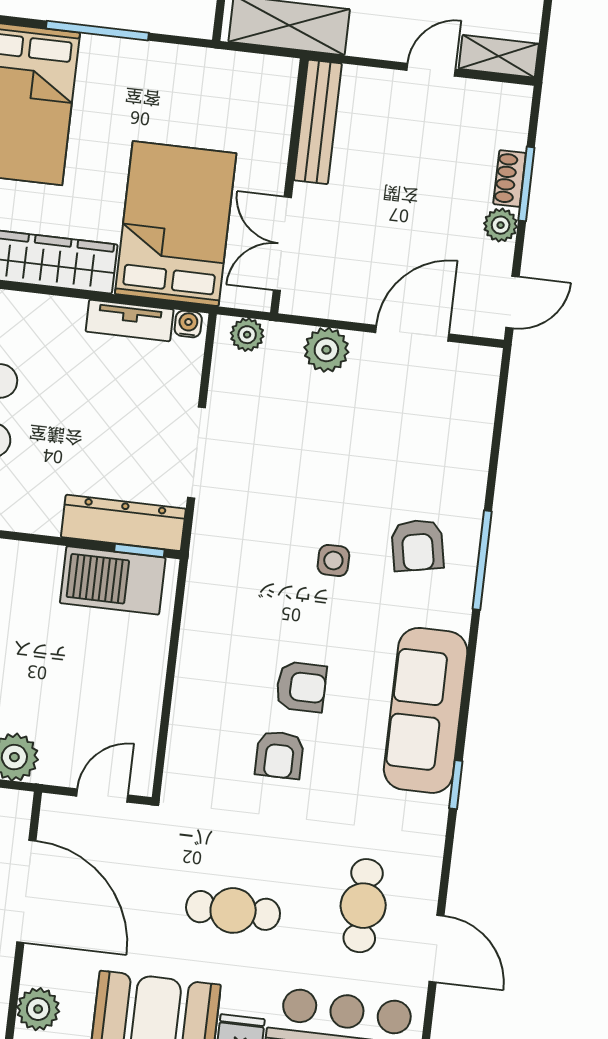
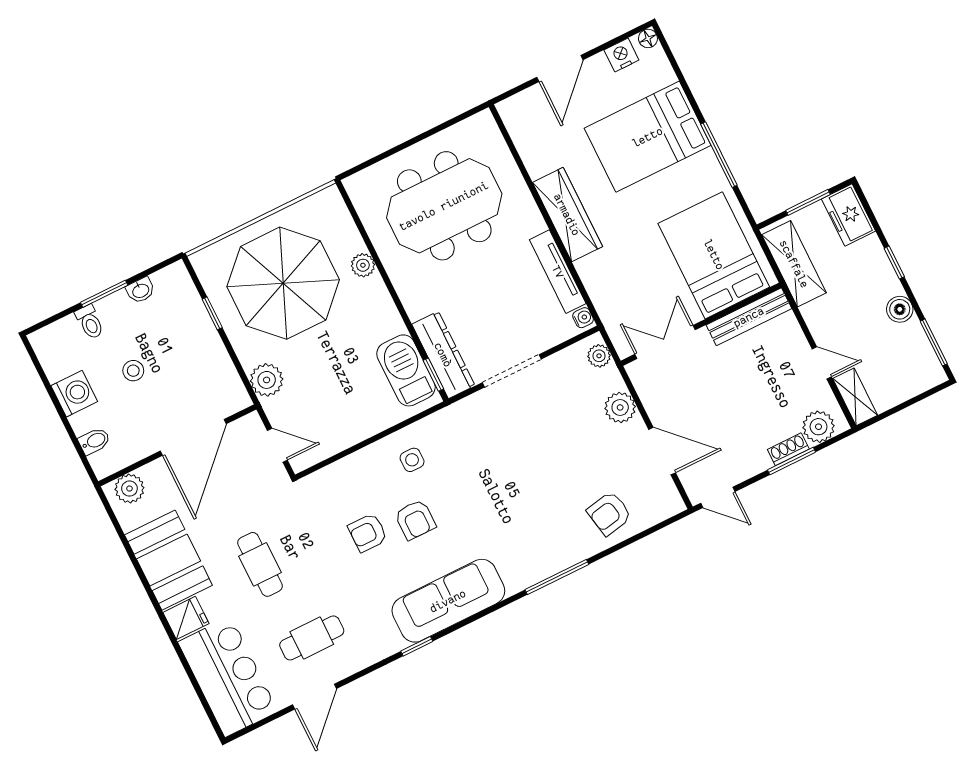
bed: (176, 224) -> (714, 255), moved, turned -90
plant: (501, 225) -> (819, 427), moved, width x1.38, depth x1.38
tv unit: (130, 320) -> (558, 272), width x1.41
armchair: (417, 545) -> (609, 513), moved
side table: (333, 560) -> (412, 460), moved

